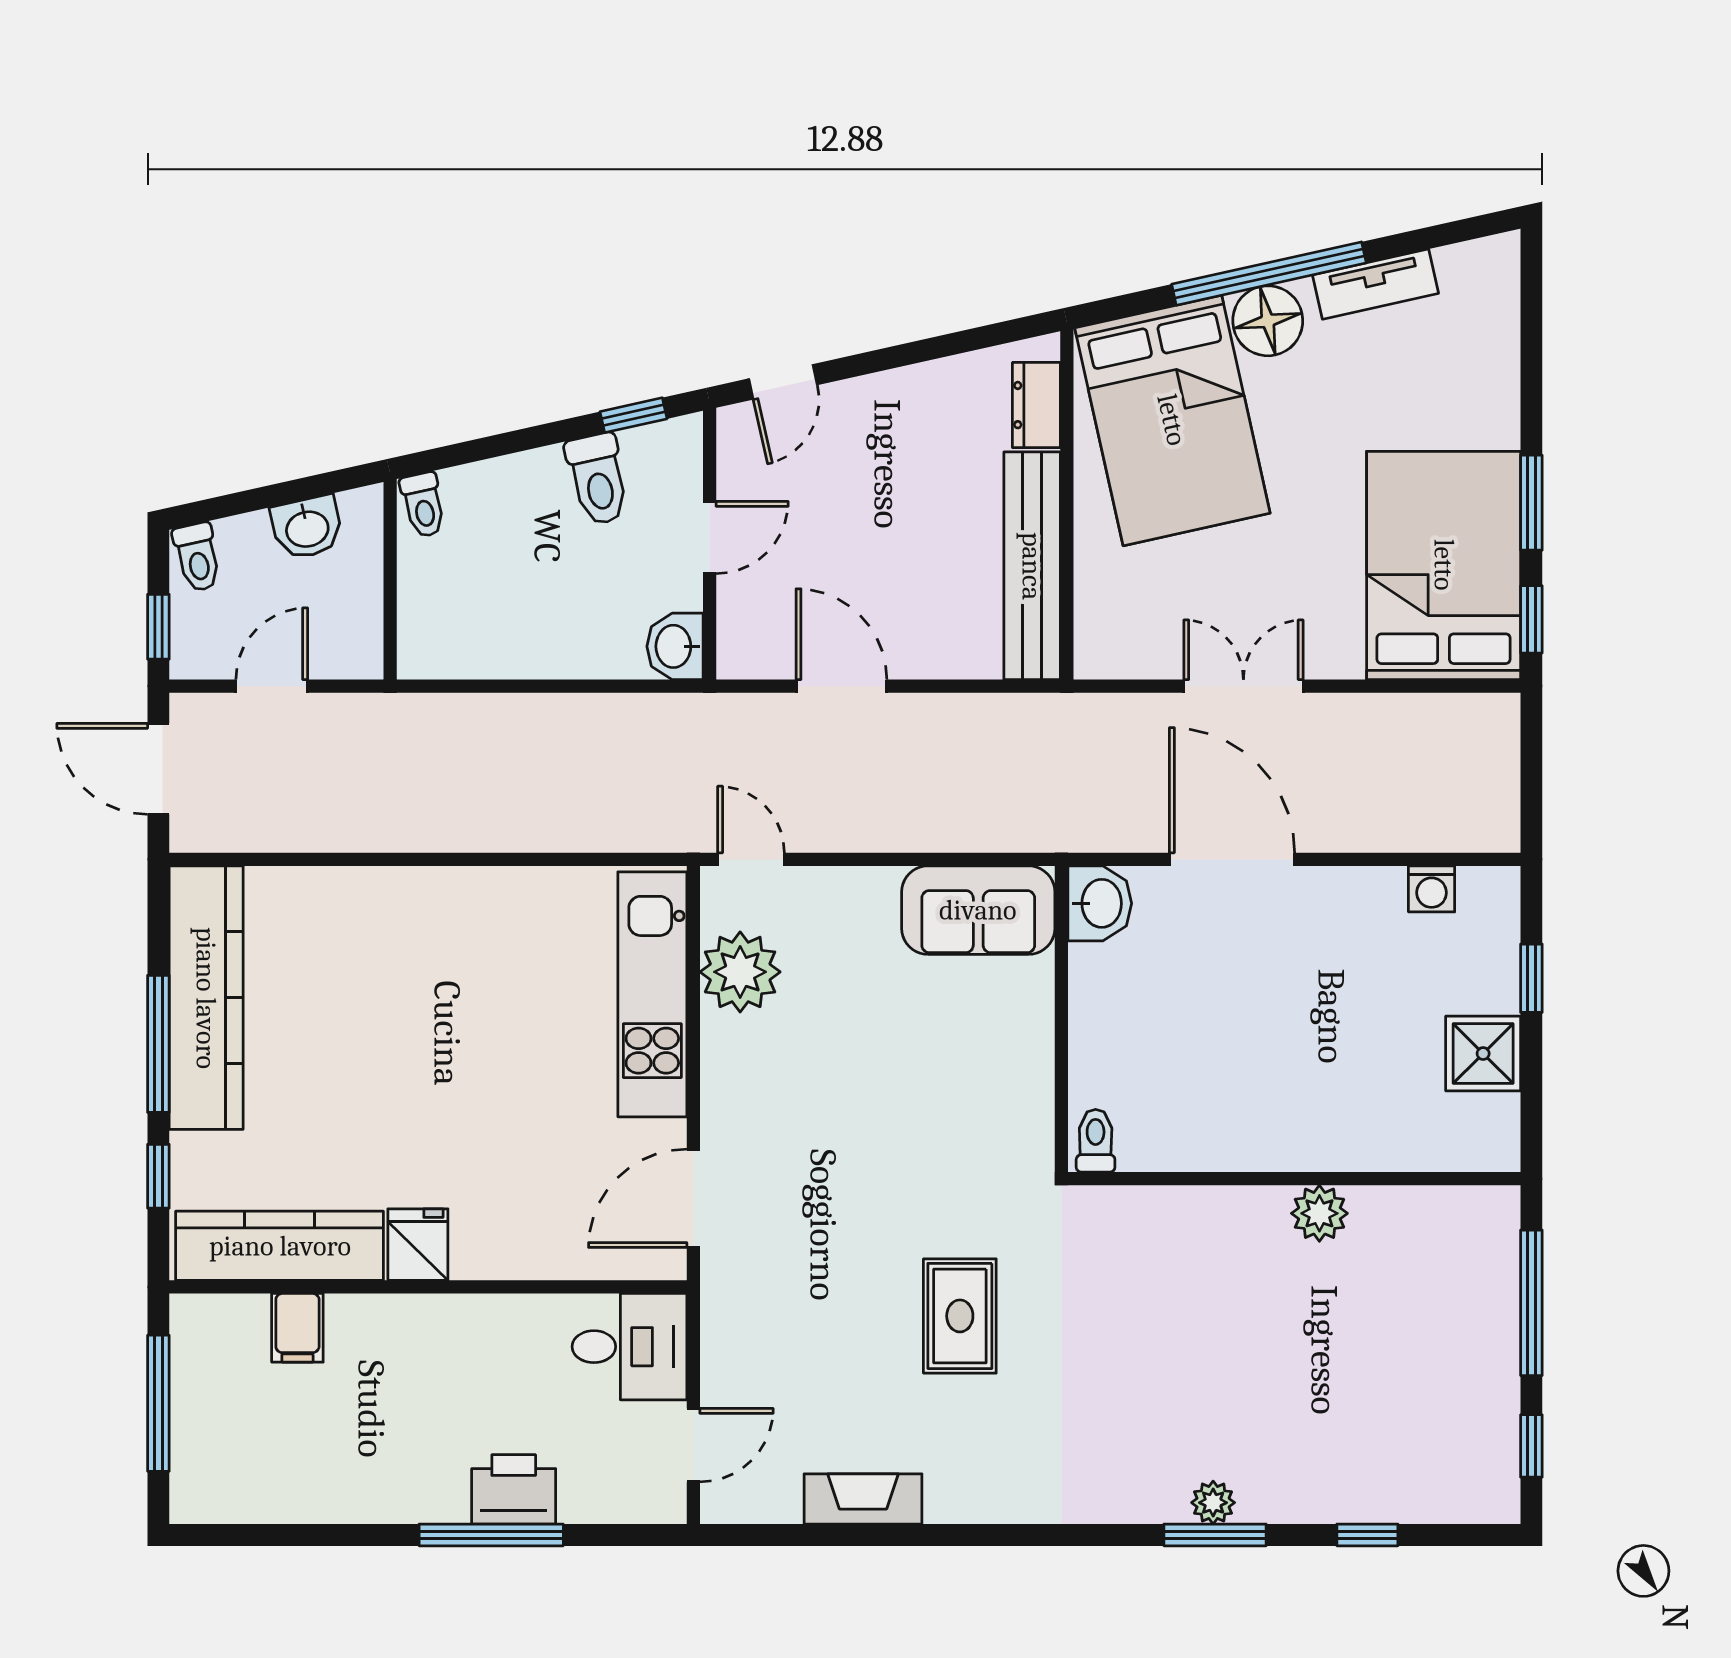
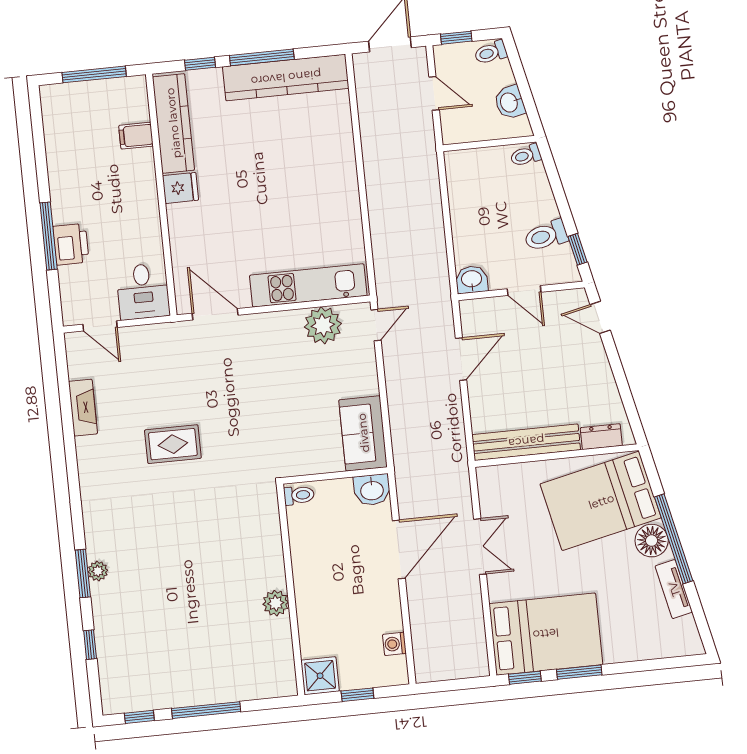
toilet: (1096, 1141) -> (299, 495), moved
wall: (1294, 1179) -> (291, 590), moved
plant: (1319, 1213) -> (276, 603), moved

